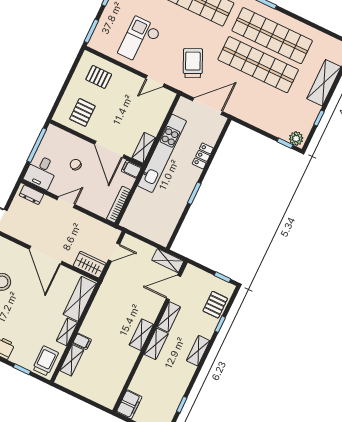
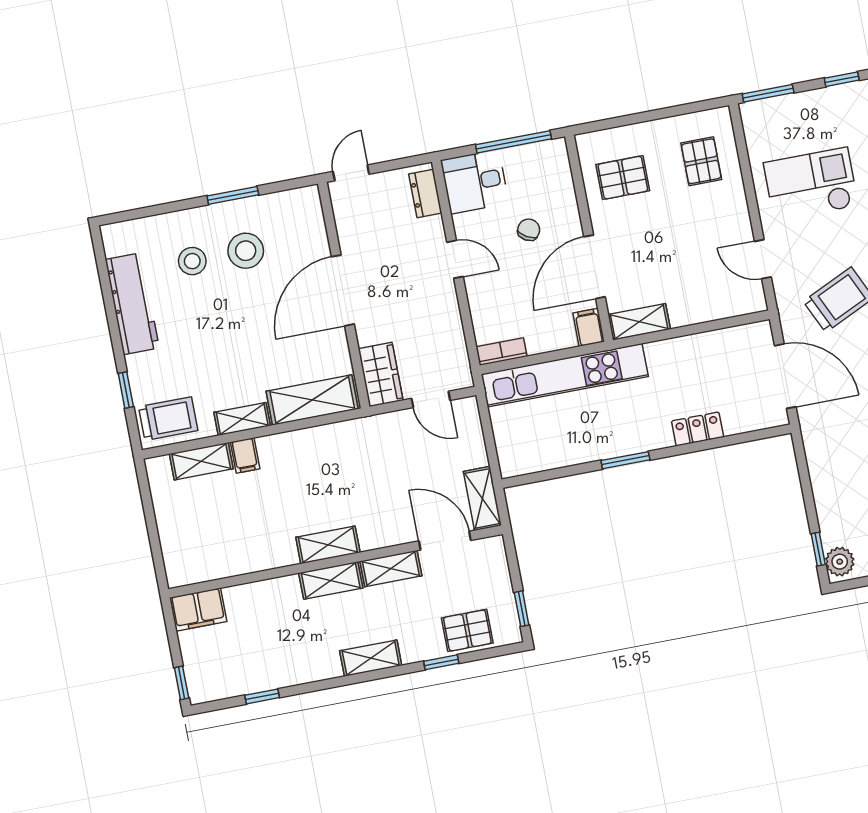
kitchen unit: (162, 153) -> (565, 375), moved
bookcase: (119, 205) -> (501, 352), width x0.64

